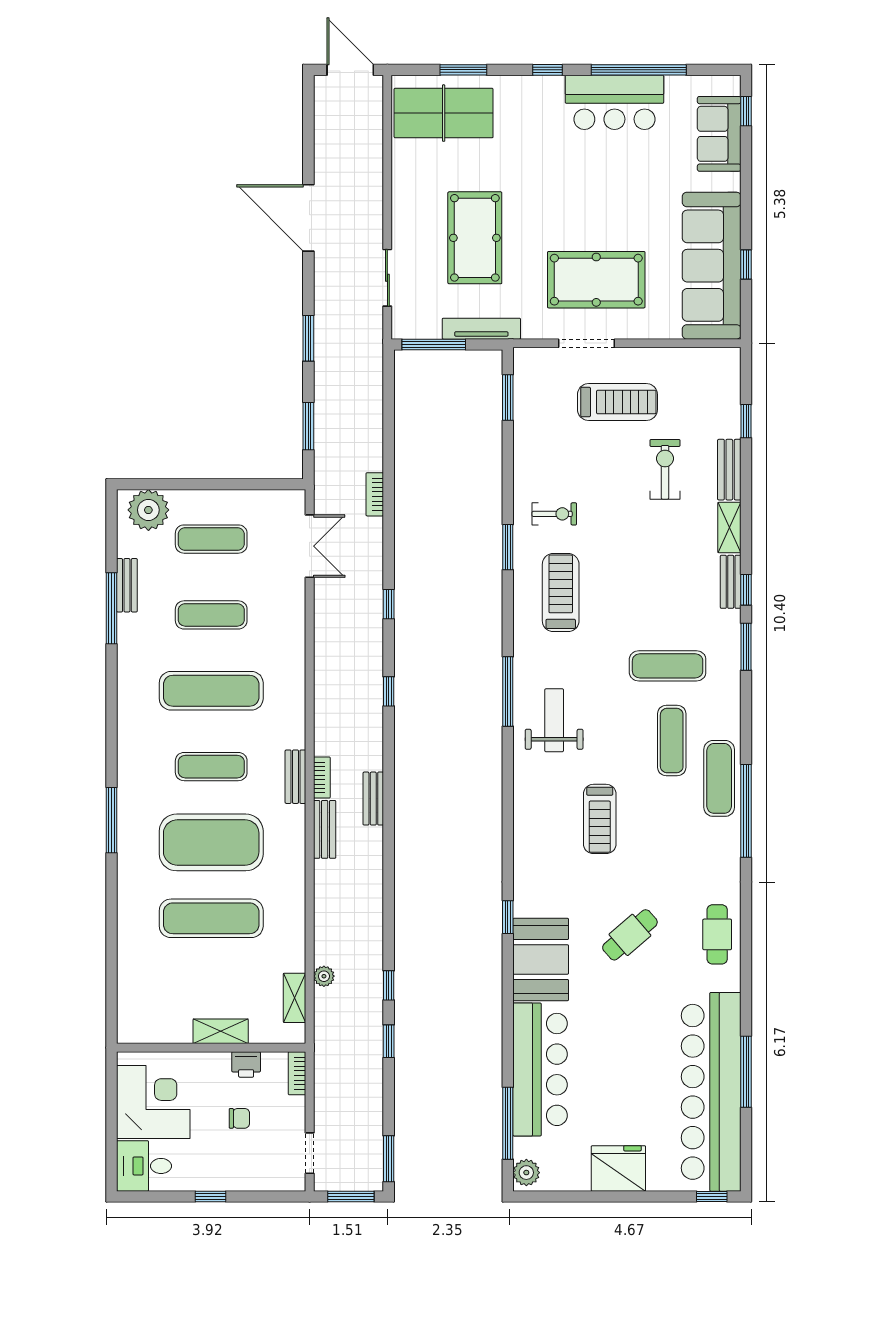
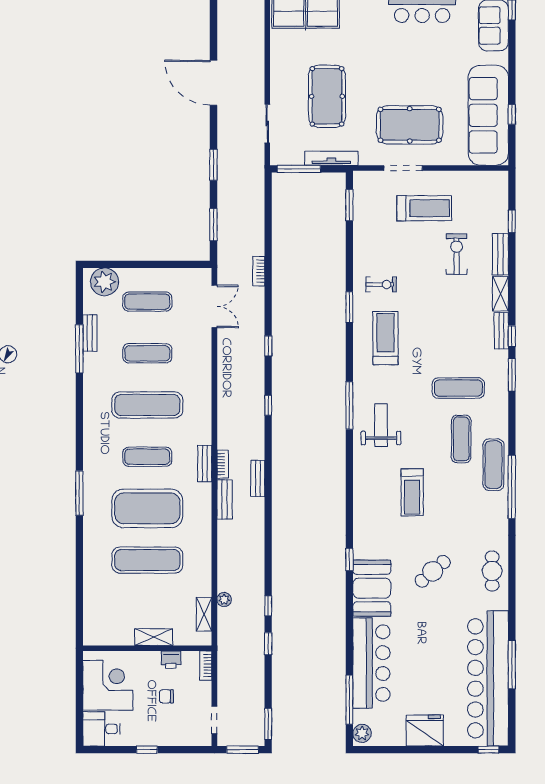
chair: (239, 1118) -> (166, 696), turned 180

